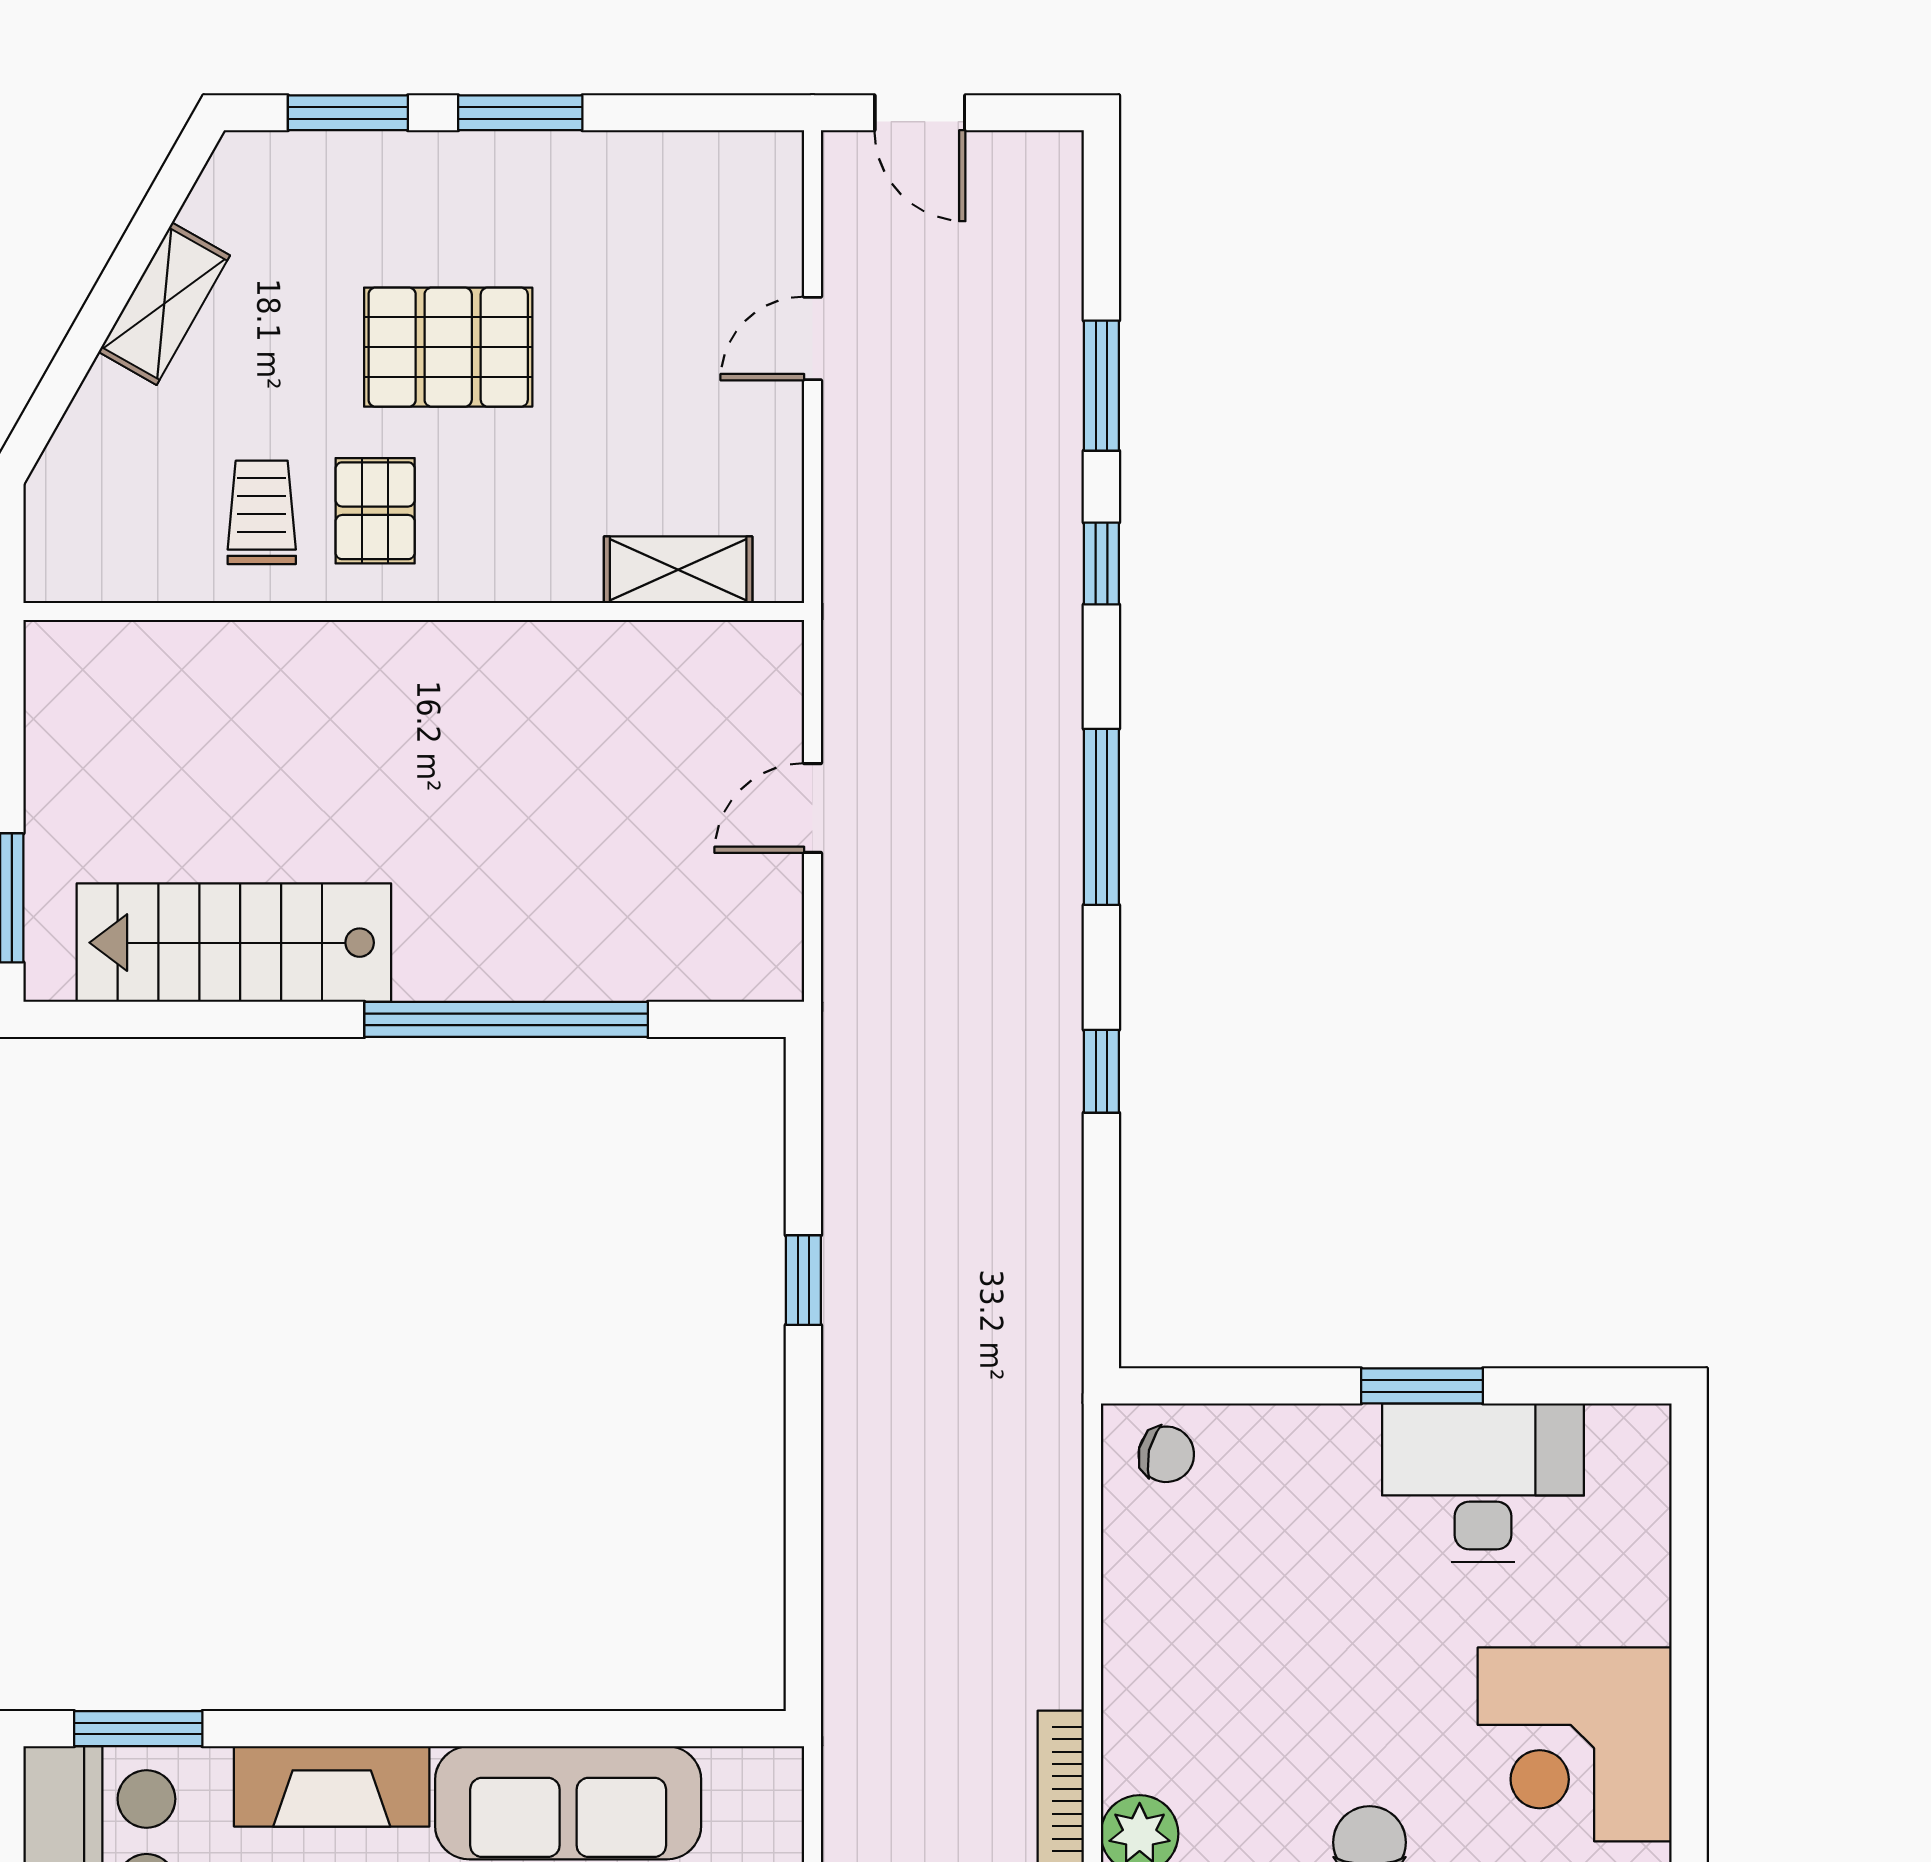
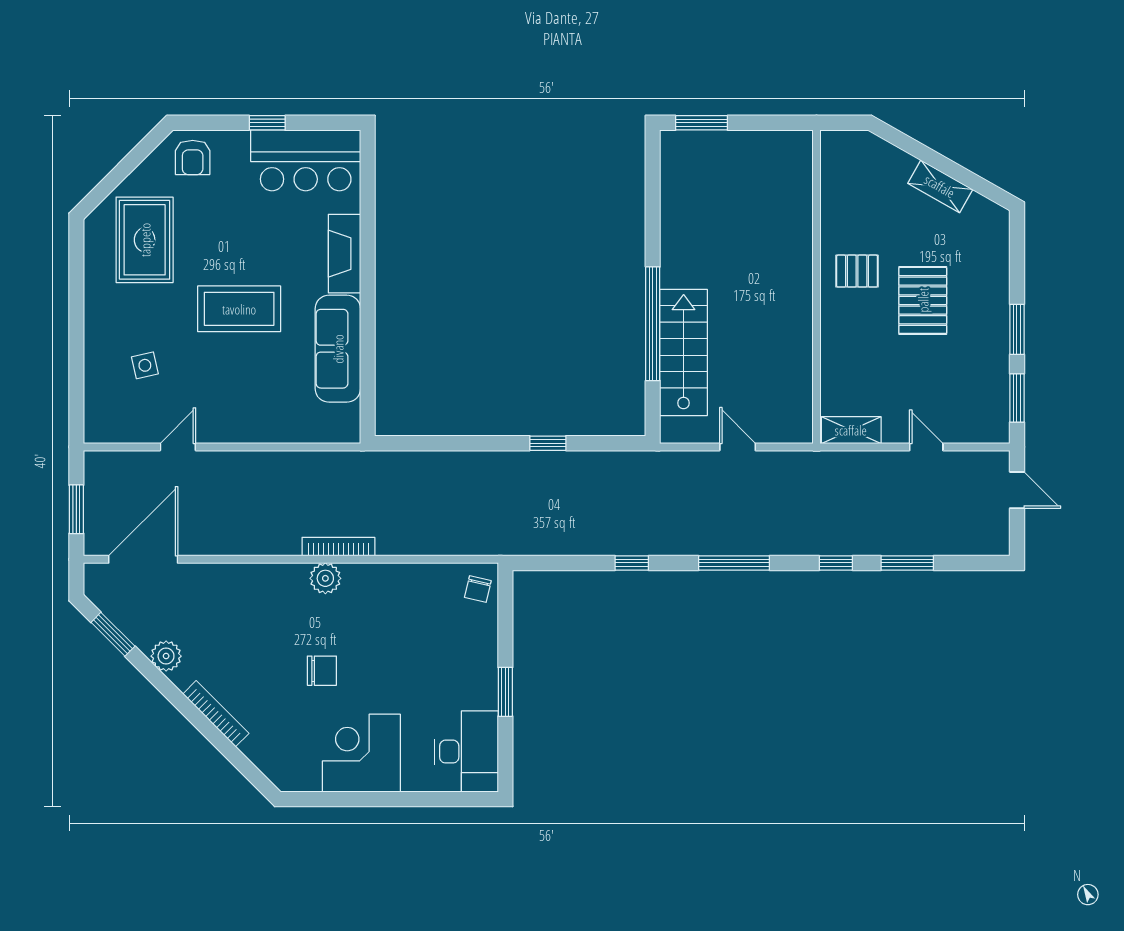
window: (348, 113) -> (1017, 398), moved
door: (920, 113) -> (1017, 490), swing flipped
trolley: (262, 512) -> (856, 226), removed
shelving: (678, 570) -> (851, 430), moved, turned 90
stairs: (234, 943) -> (684, 352), moved
desk: (1483, 1483) -> (466, 752), moved
window: (138, 1729) -> (368, 176), removed

